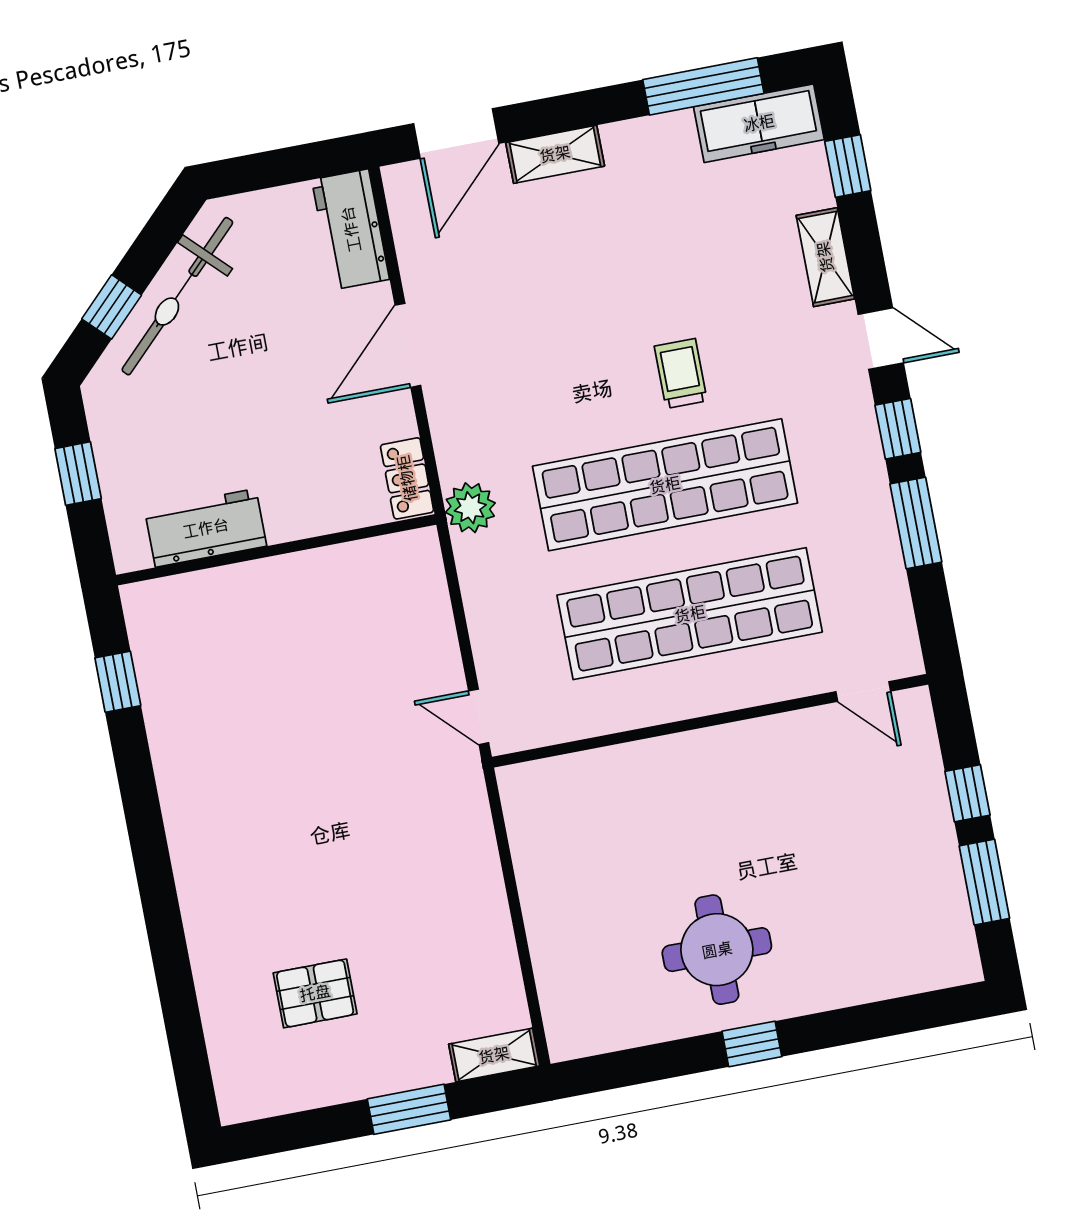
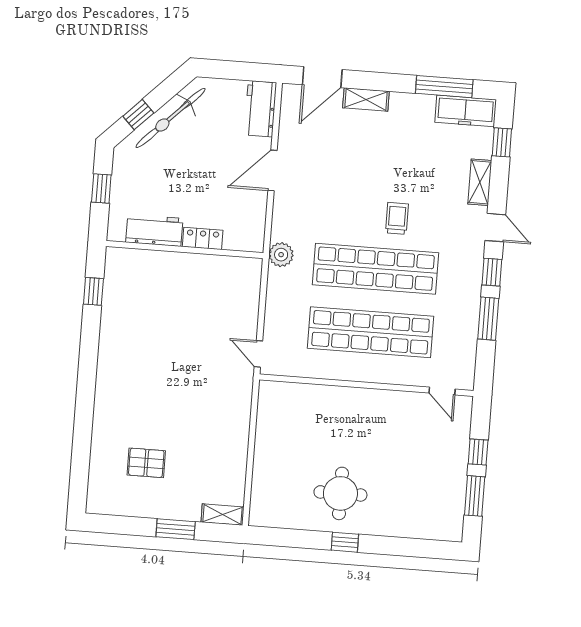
locker: (407, 478) -> (203, 238), moved, turned 90

